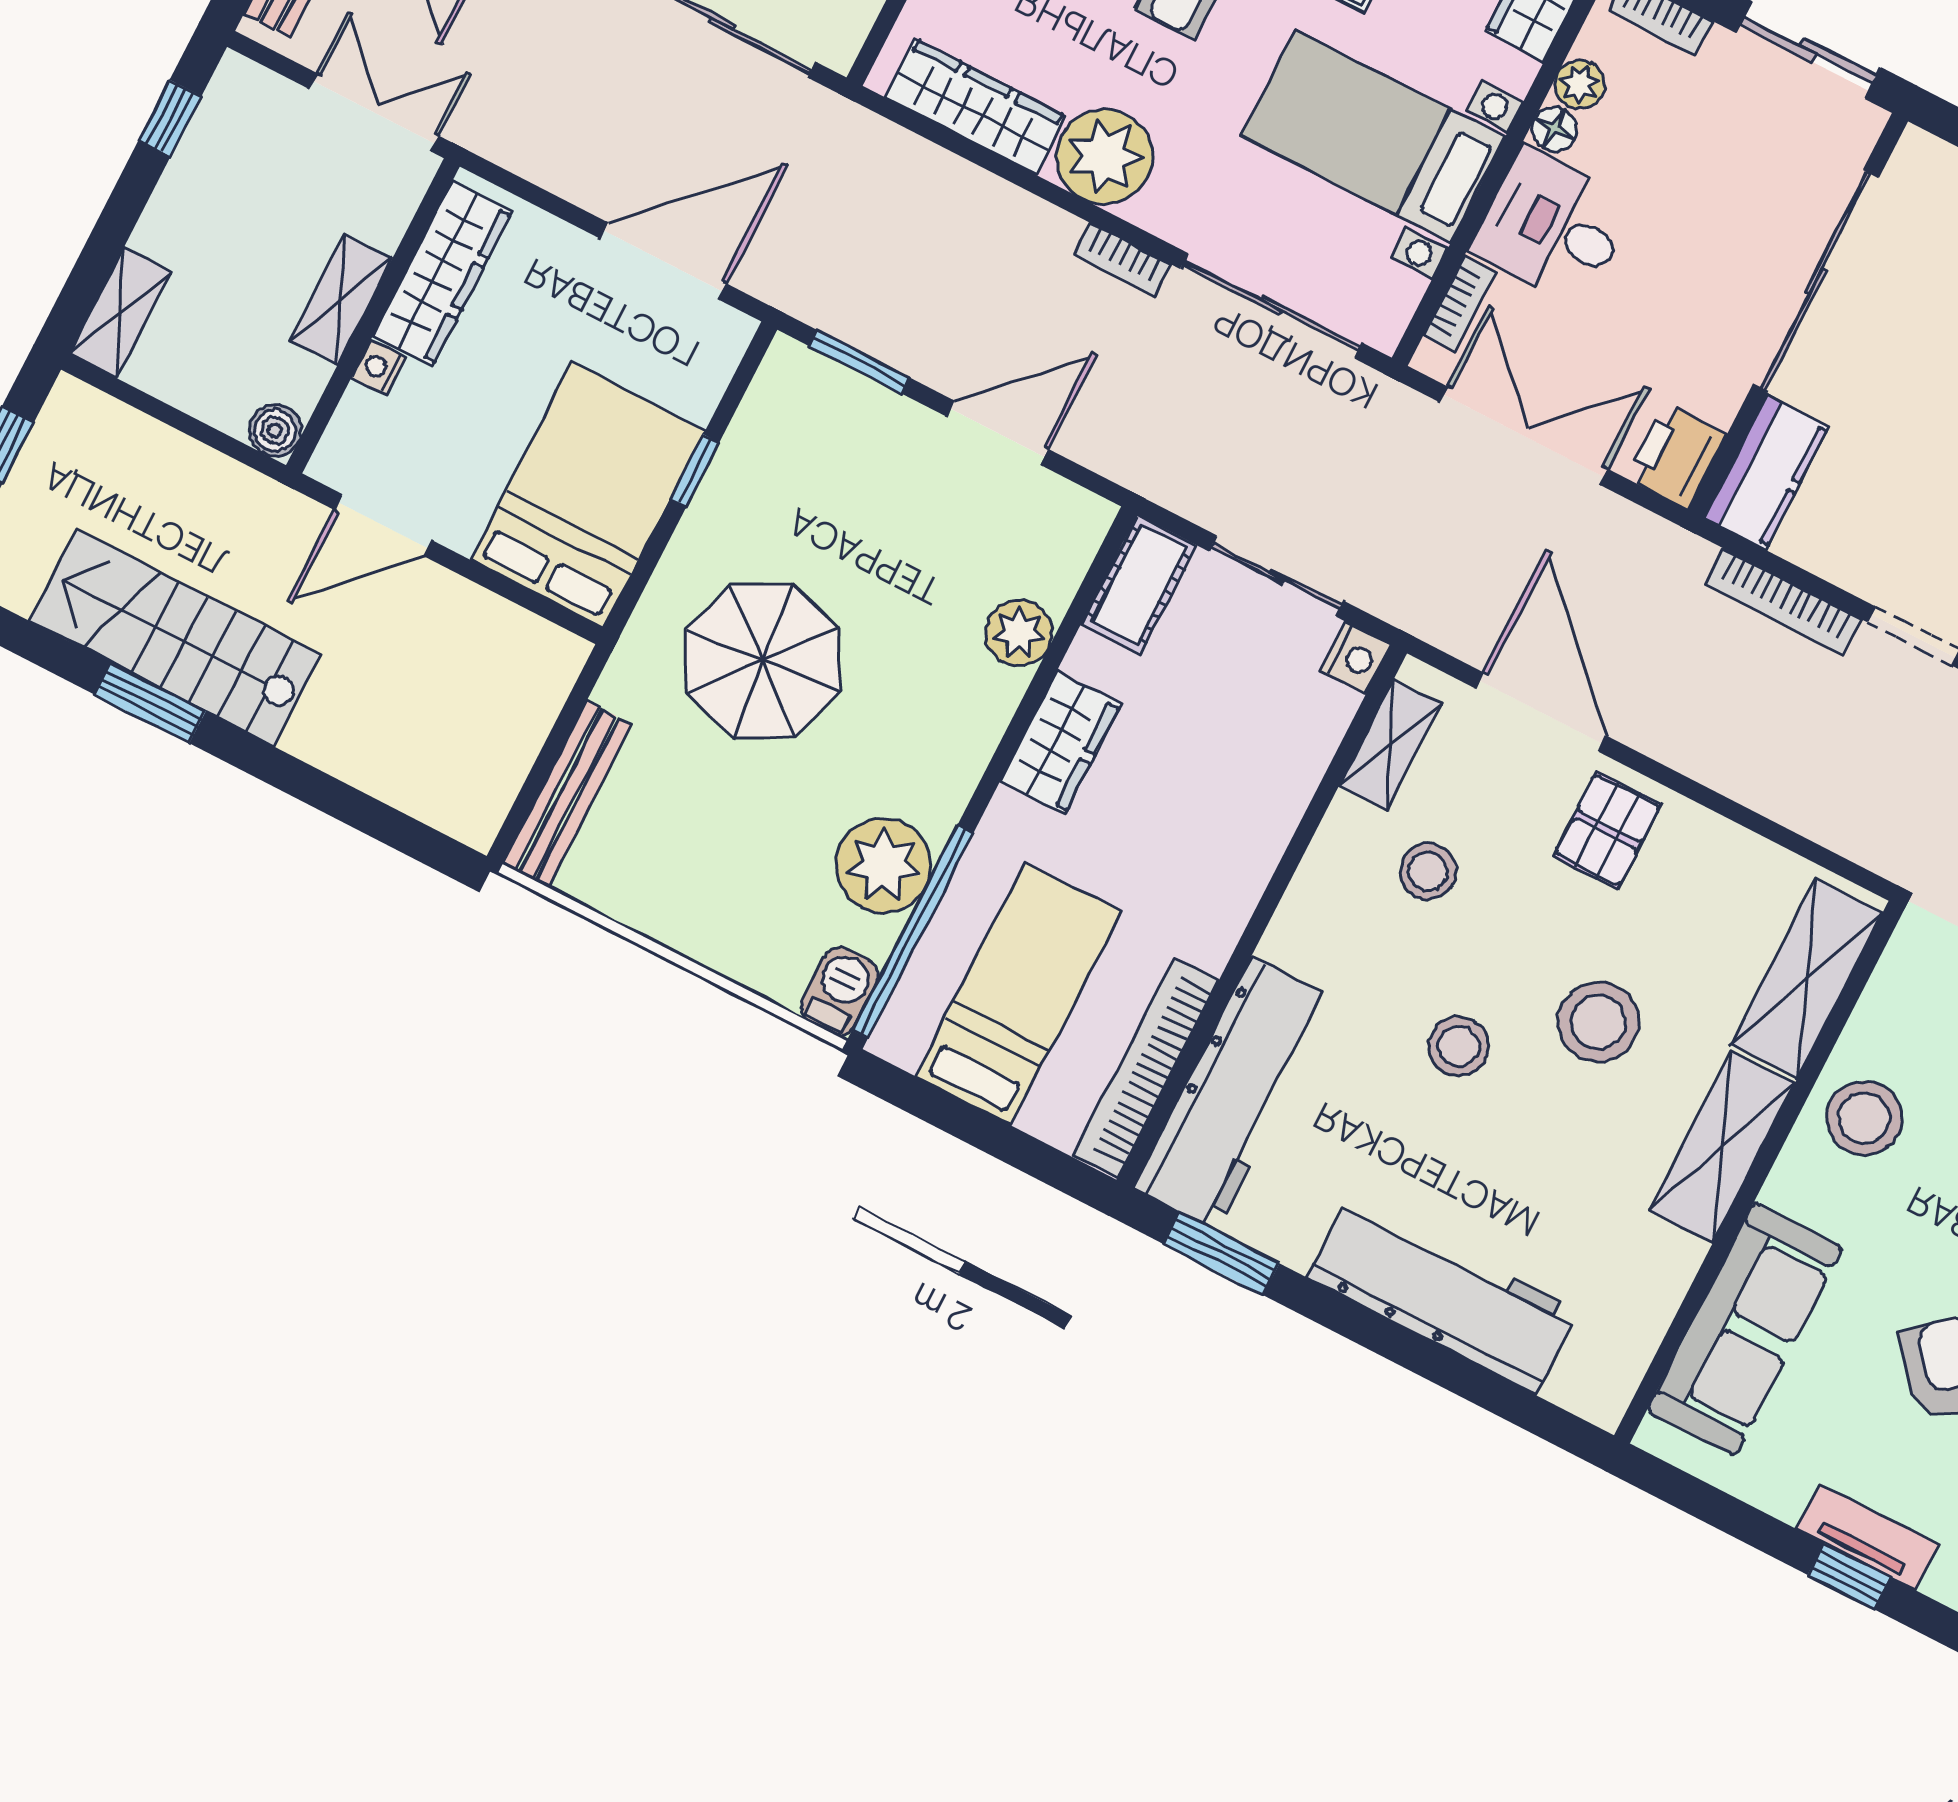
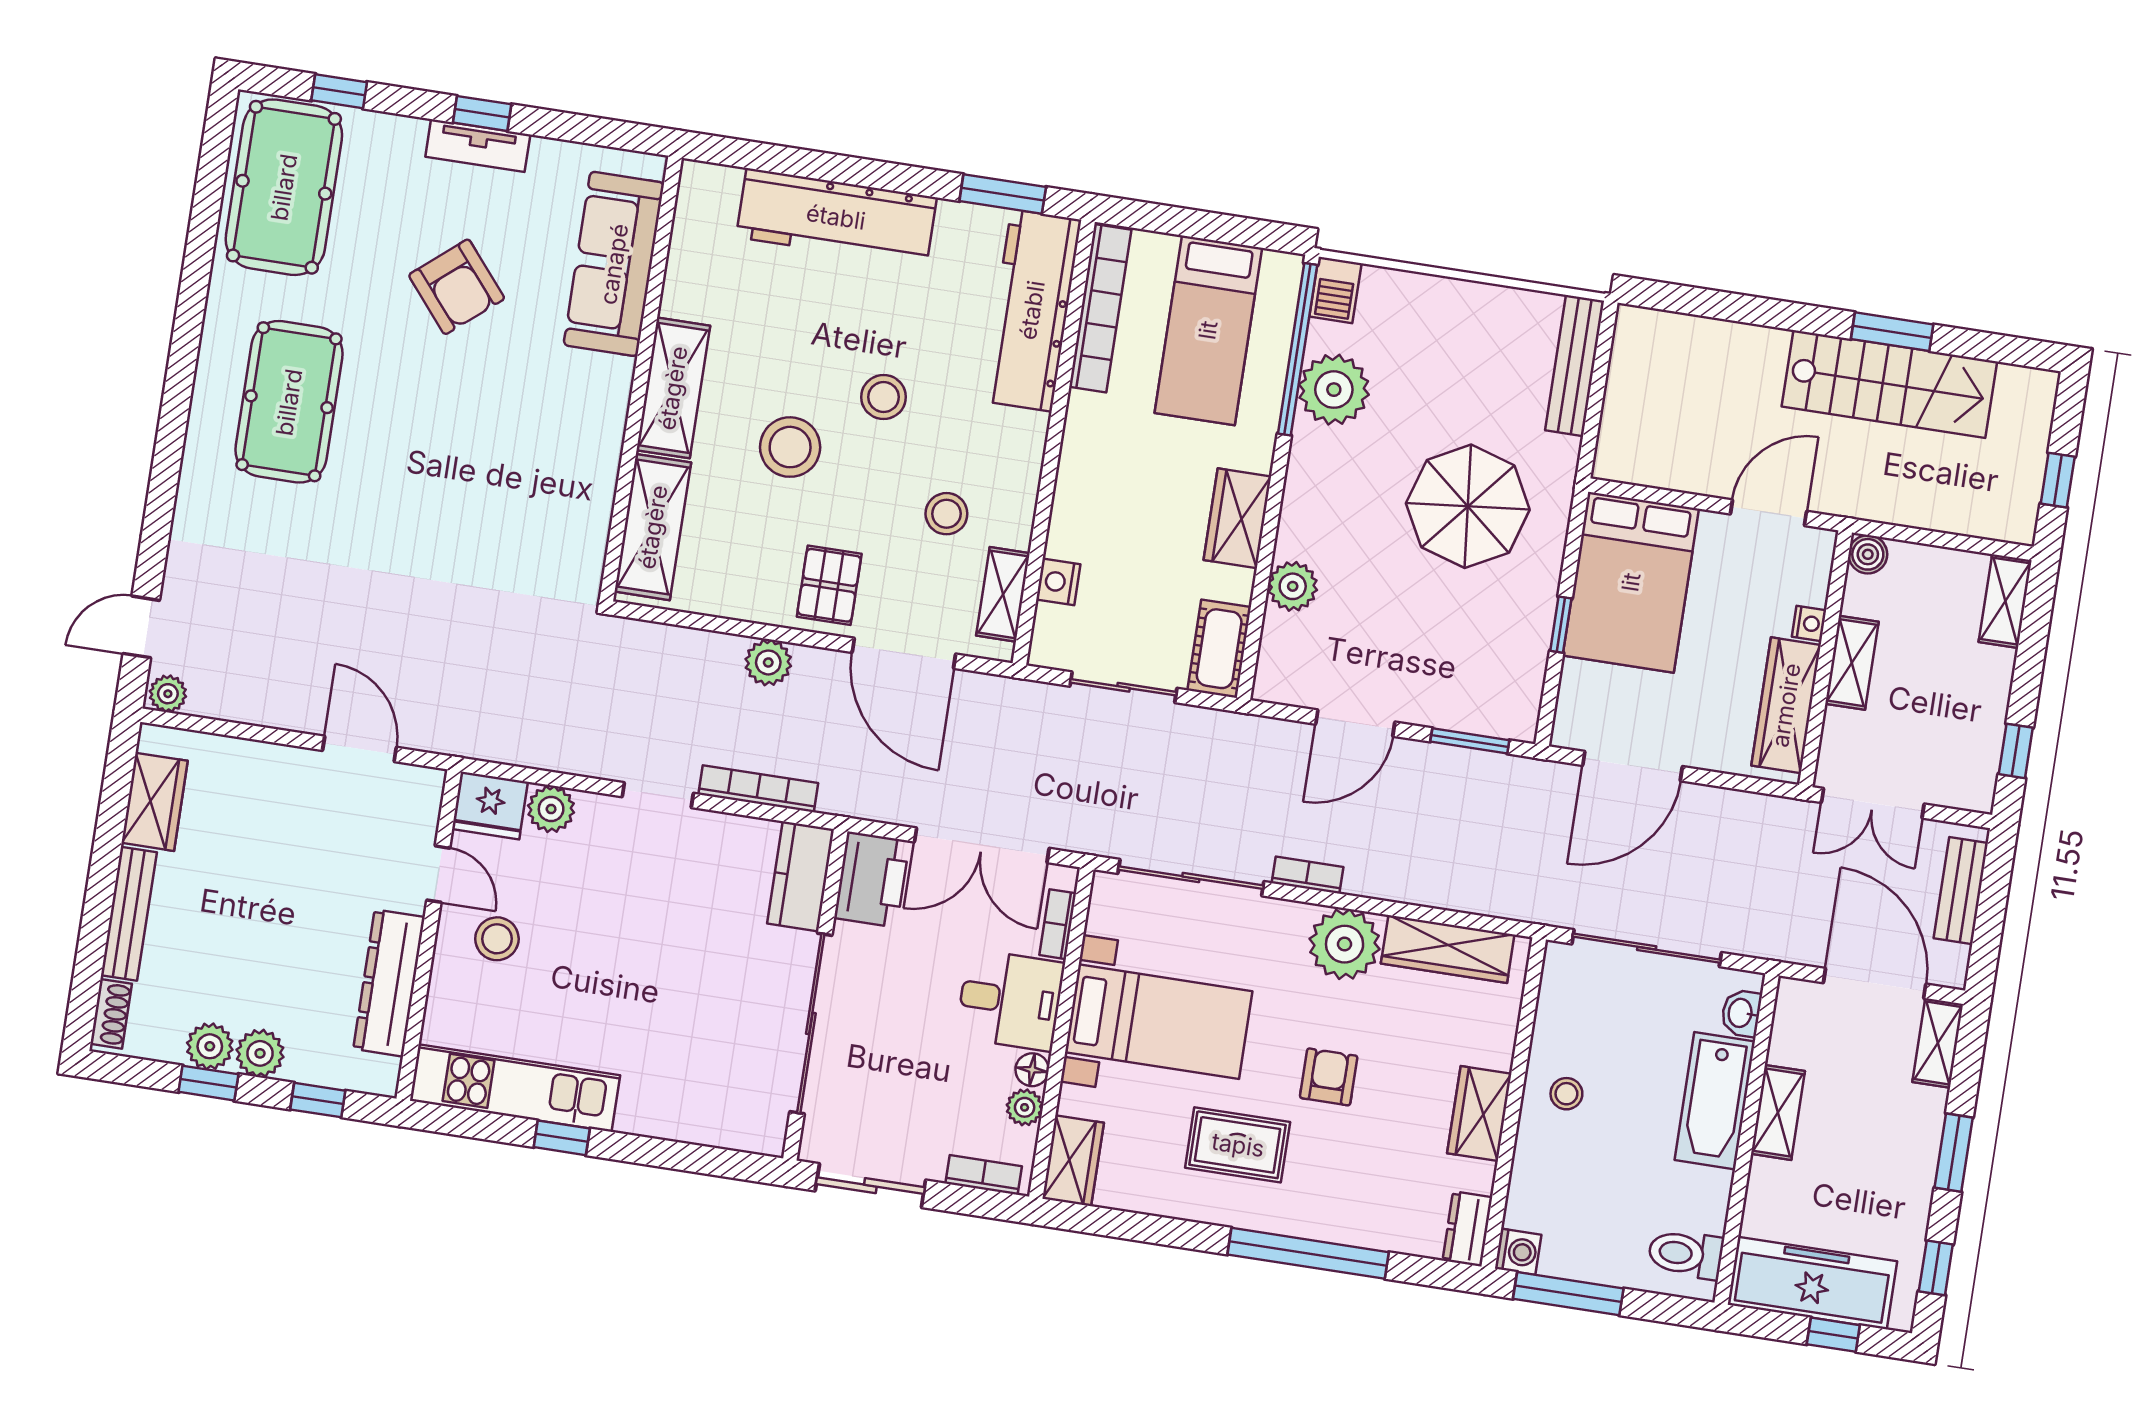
printer: (1676, 456) -> (872, 879), width x1.37, depth x1.19
nightstand: (1356, 658) -> (1058, 582), moved
plant: (1717, 758) -> (768, 662), added
stool: (1864, 1118) -> (579, 442), removed

